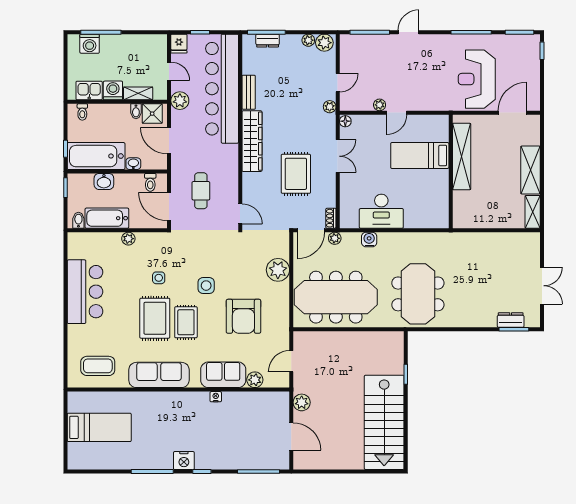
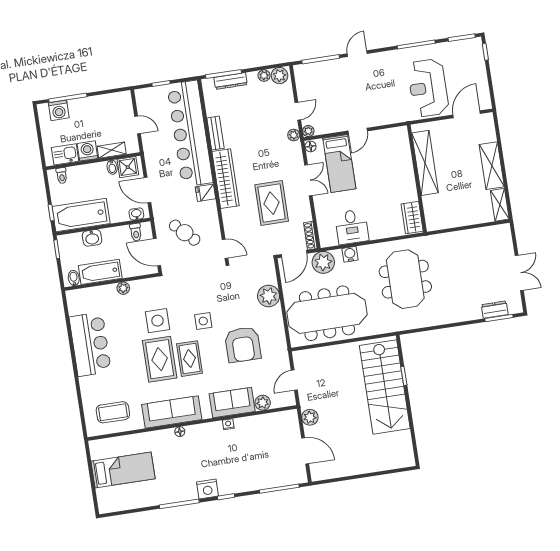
dresser: (268, 41) -> (231, 81), width x1.44
fridge: (179, 44) -> (205, 193), moved, turned 90
plant: (180, 101) -> (152, 151), removed
plant: (380, 105) -> (308, 131), moved
bed: (420, 155) -> (339, 163), moved, turned -90
washbasin: (133, 164) -> (136, 214), moved
cafe table: (201, 191) -> (185, 233), turned -45
desk: (381, 211) -> (352, 227), width x0.73
wardrobe: (440, 211) -> (412, 218), added
shoe rack: (331, 218) -> (310, 236), width x1.43
plant: (335, 238) -> (323, 262), width x1.88, depth x1.88
side table: (159, 278) -> (157, 321), width x1.87, depth x1.87
meeting table: (418, 294) -> (405, 279), moved
floor lamp: (164, 397) -> (180, 432), added
stairs: (384, 422) -> (385, 387), moved

